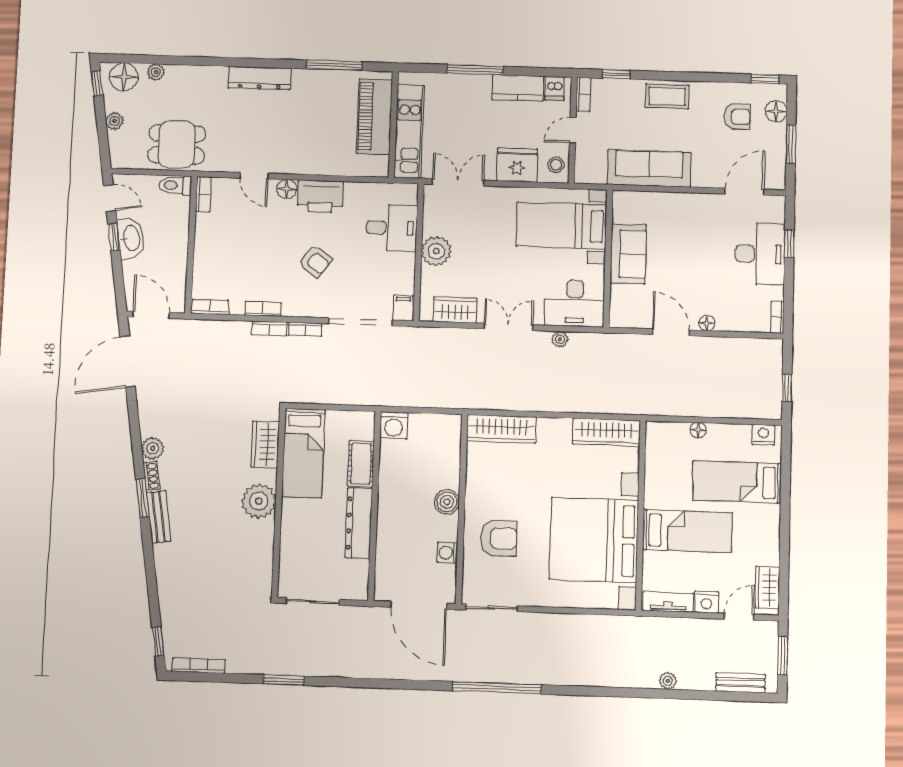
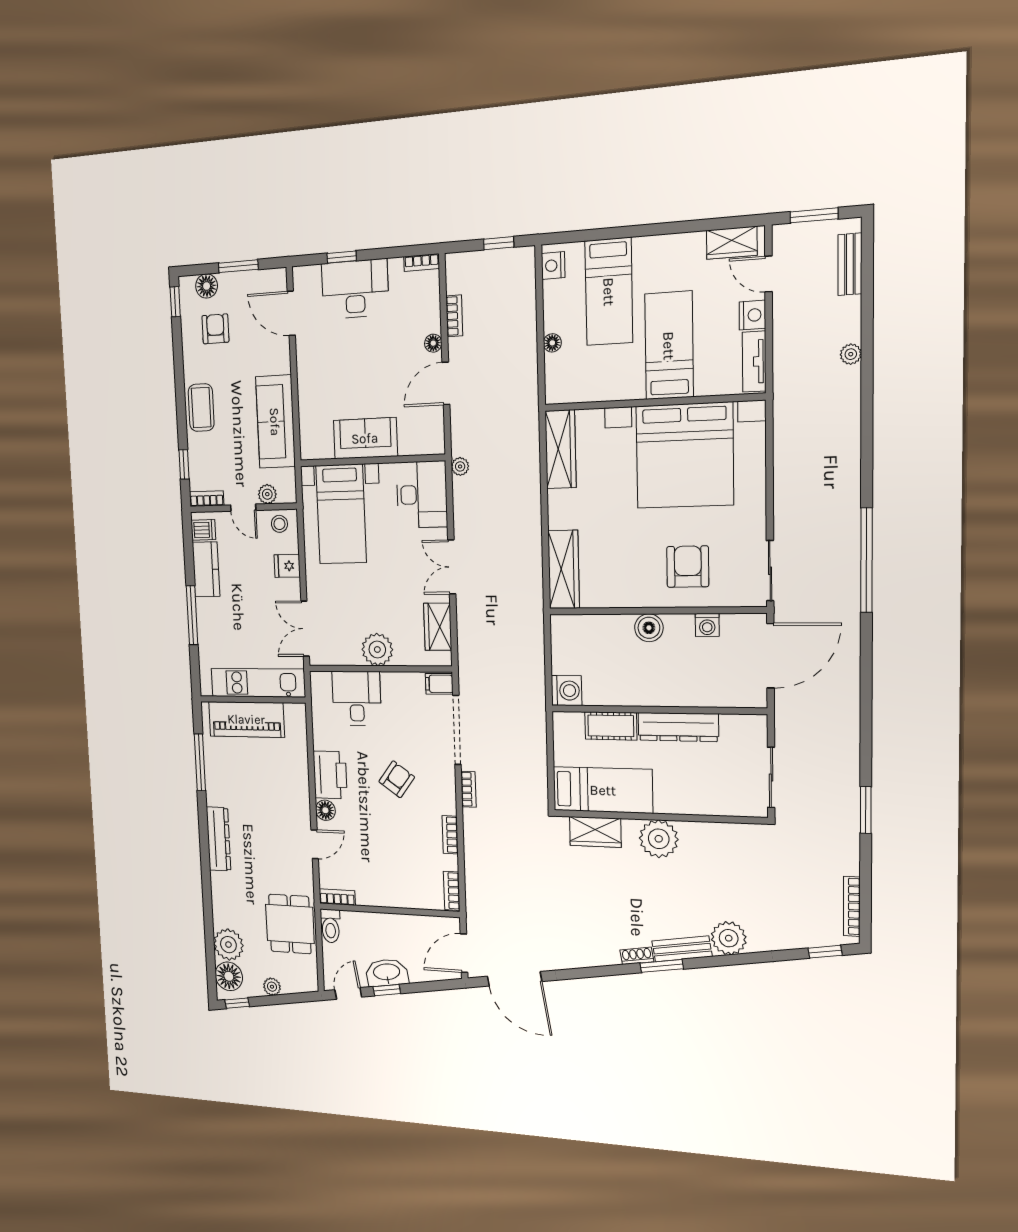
plant: (156, 72) -> (228, 945), width x1.87, depth x1.87
plant: (584, 155) -> (267, 494), added
fridge: (517, 165) -> (287, 566), width x0.53, depth x0.75
bookcase: (269, 328) -> (454, 316), moved
plant: (560, 339) -> (460, 466), moved
plant: (153, 448) -> (729, 938), moved, width x1.36, depth x1.36

